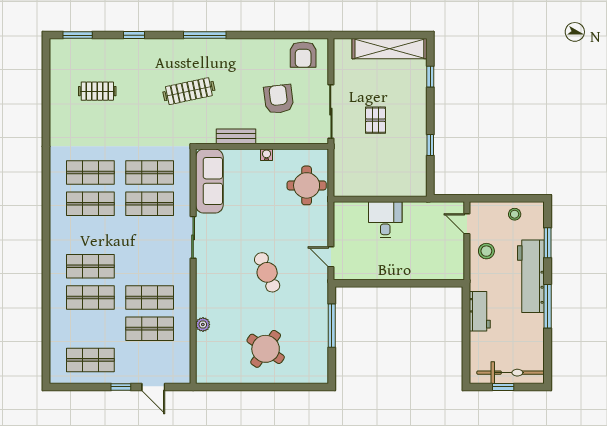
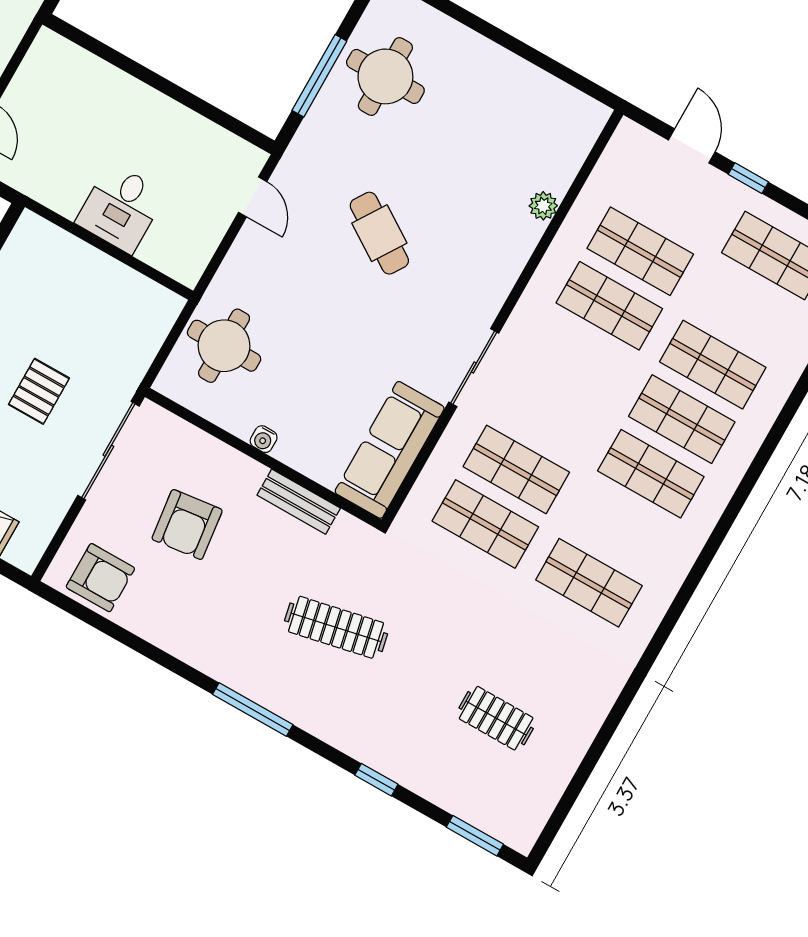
armchair: (303, 55) -> (100, 578), turned 90
shop shelf: (90, 204) -> (651, 474), moved
cafe table: (267, 272) -> (379, 233), turned -34
round table: (266, 349) -> (385, 76), moved, turned -35

